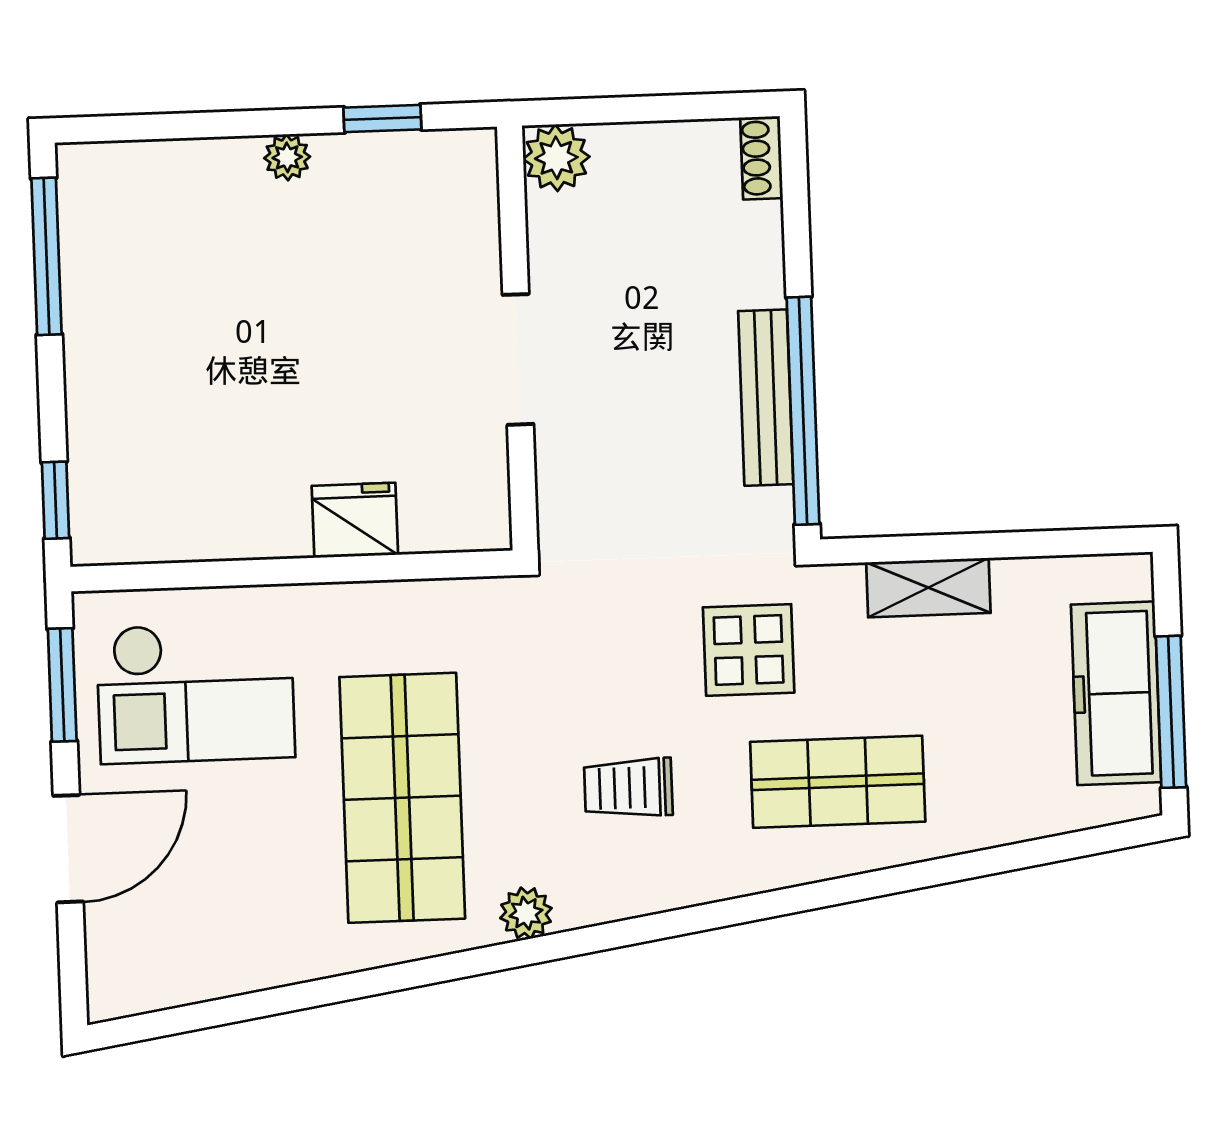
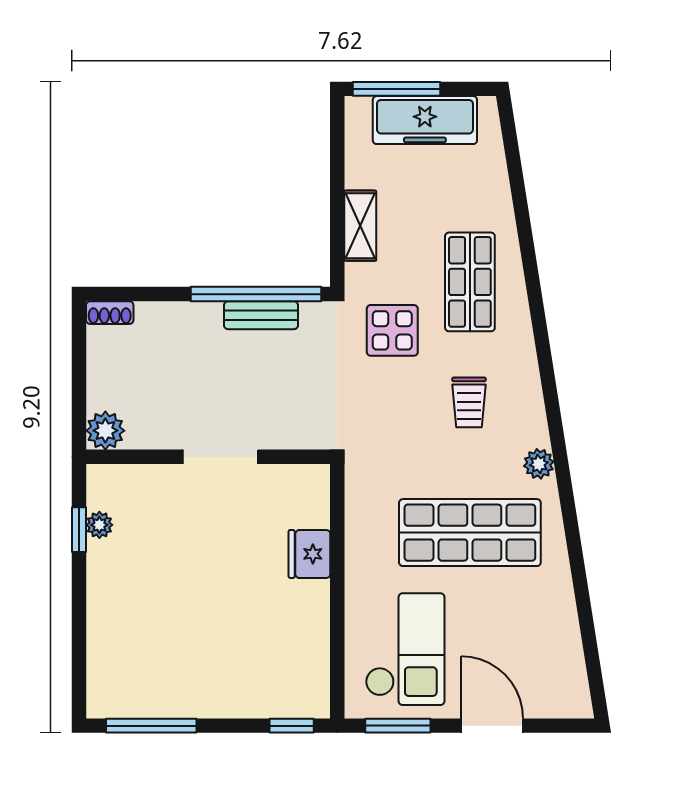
plant: (287, 157) -> (99, 525), moved
bench: (766, 398) -> (261, 315), width x0.73
window: (1171, 712) -> (396, 89), moved

